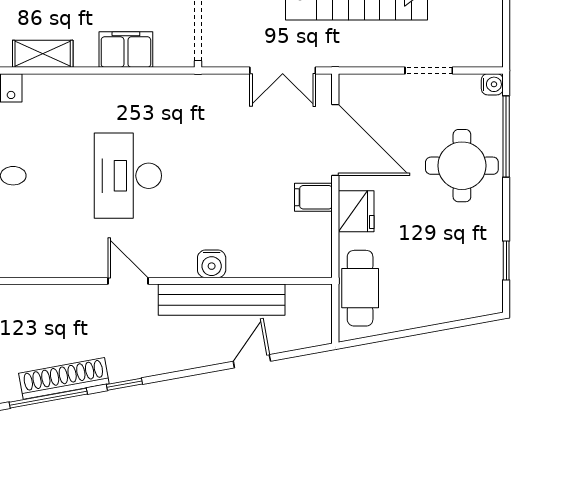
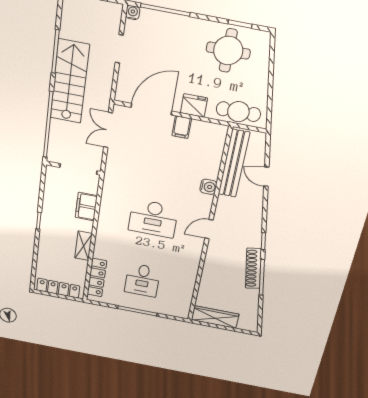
double door: (283, 70) -> (108, 130), swing flipped
round table: (462, 166) -> (228, 51), moved
bench: (222, 300) -> (234, 164), moved

